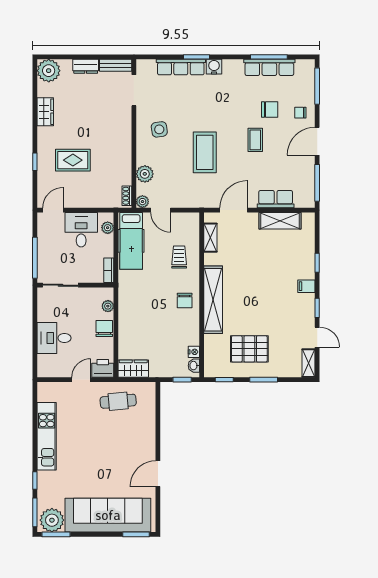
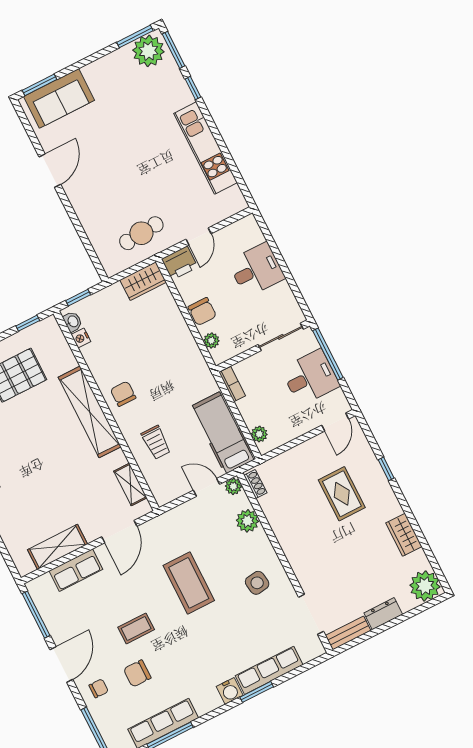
coffee table: (255, 140) -> (136, 628), turned 90
rug: (73, 160) -> (342, 494), turned 90
desk: (81, 230) -> (310, 377), moved, turned -90
sofa: (108, 515) -> (59, 98), width x0.54, depth x0.79

